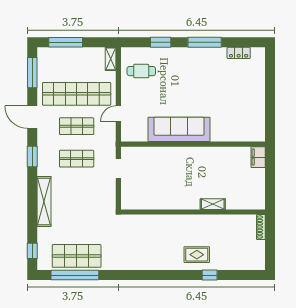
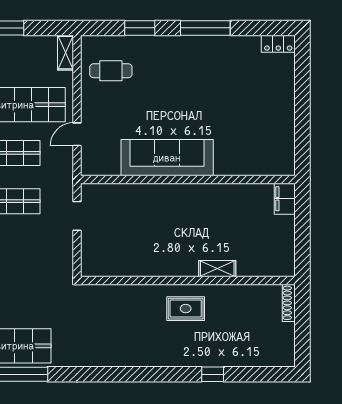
locker: (239, 53) -> (278, 44), moved
rug: (197, 255) -> (186, 309), moved

